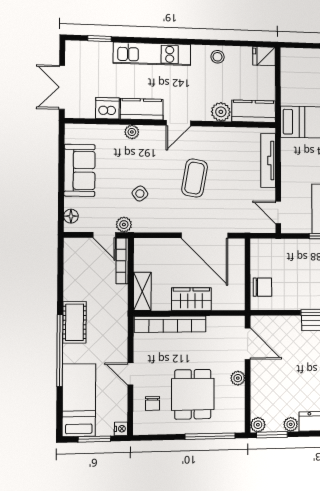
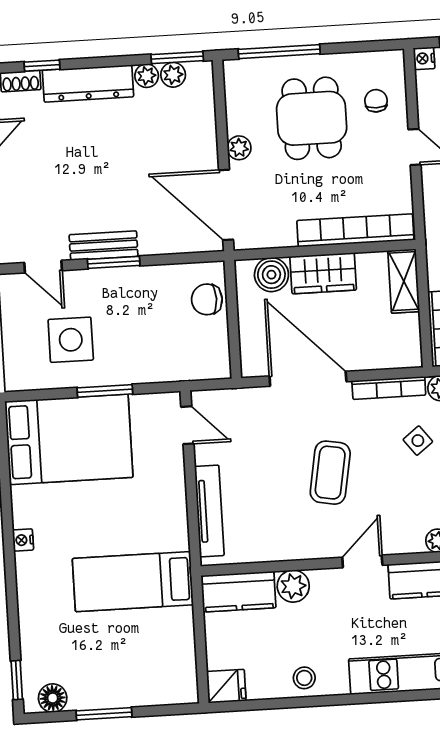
bookcase: (156, 227) -> (389, 388), added
boiler: (223, 300) -> (271, 275), added
door: (248, 344) -> (226, 205), width x1.36
plant: (258, 425) -> (173, 75), moved

